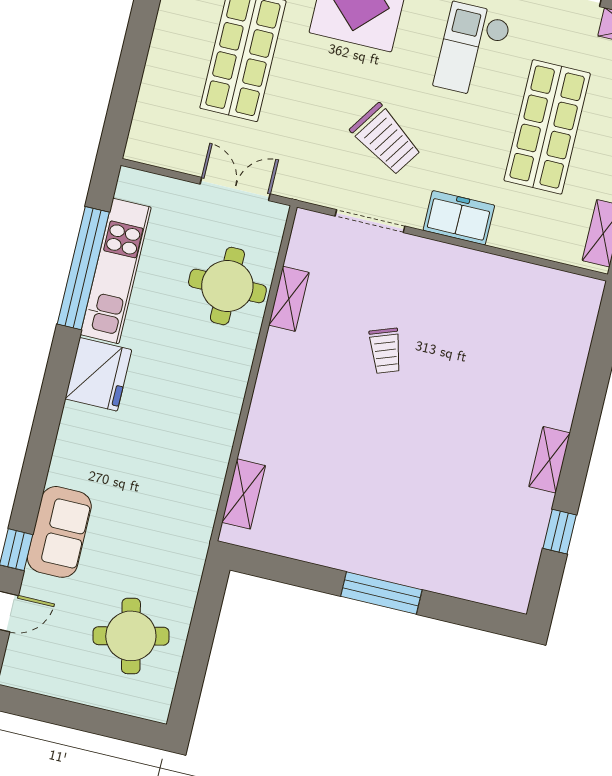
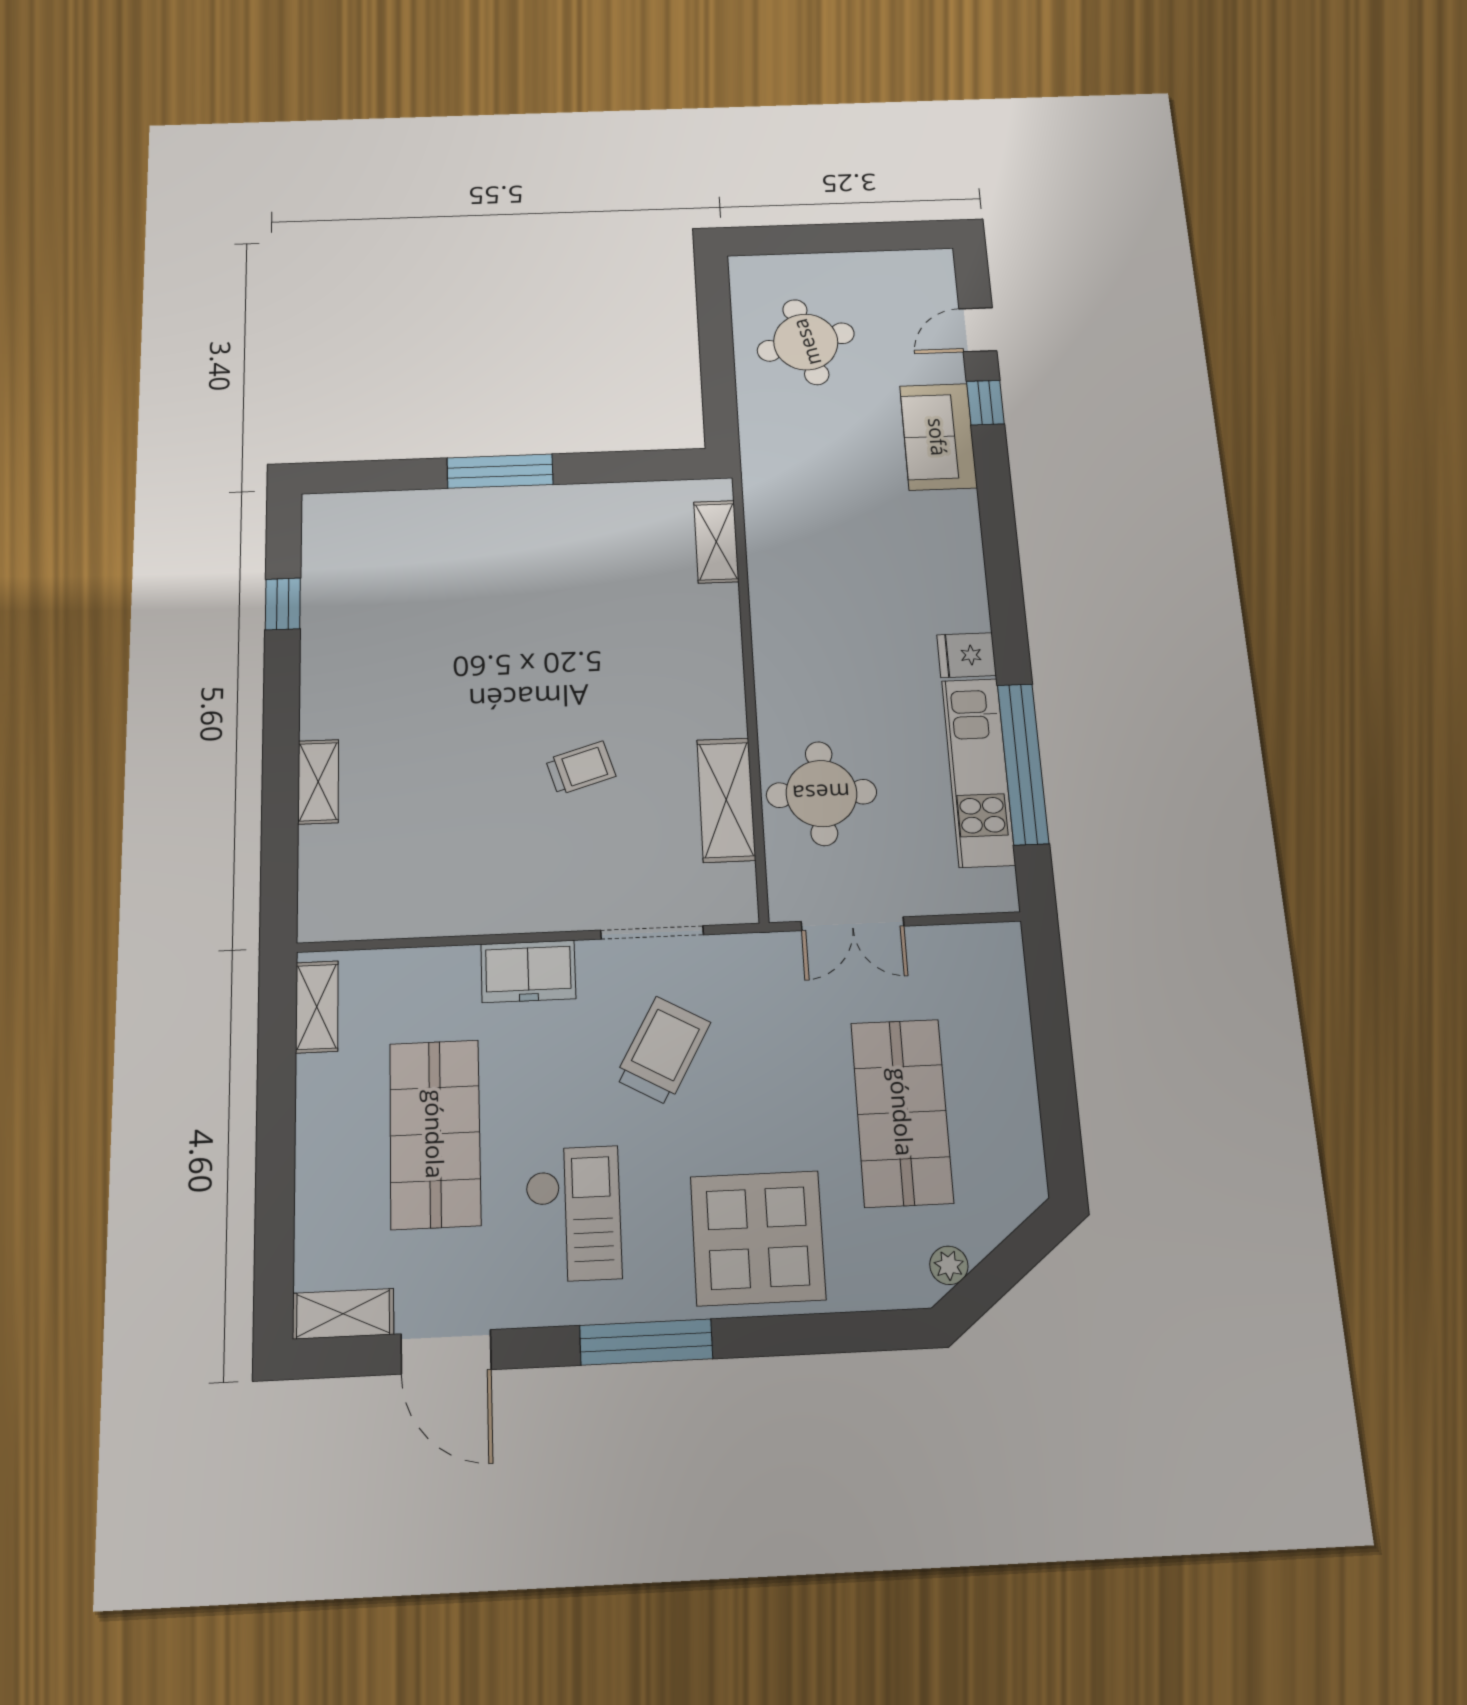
trolley: (386, 139) -> (663, 1051), turned 85
shelving: (289, 299) -> (726, 800), width x1.50, depth x1.33
trolley: (385, 351) -> (581, 768), turned 93
fridge: (98, 374) -> (967, 655), width x0.53, depth x0.75
shelving: (549, 460) -> (318, 782), moved

